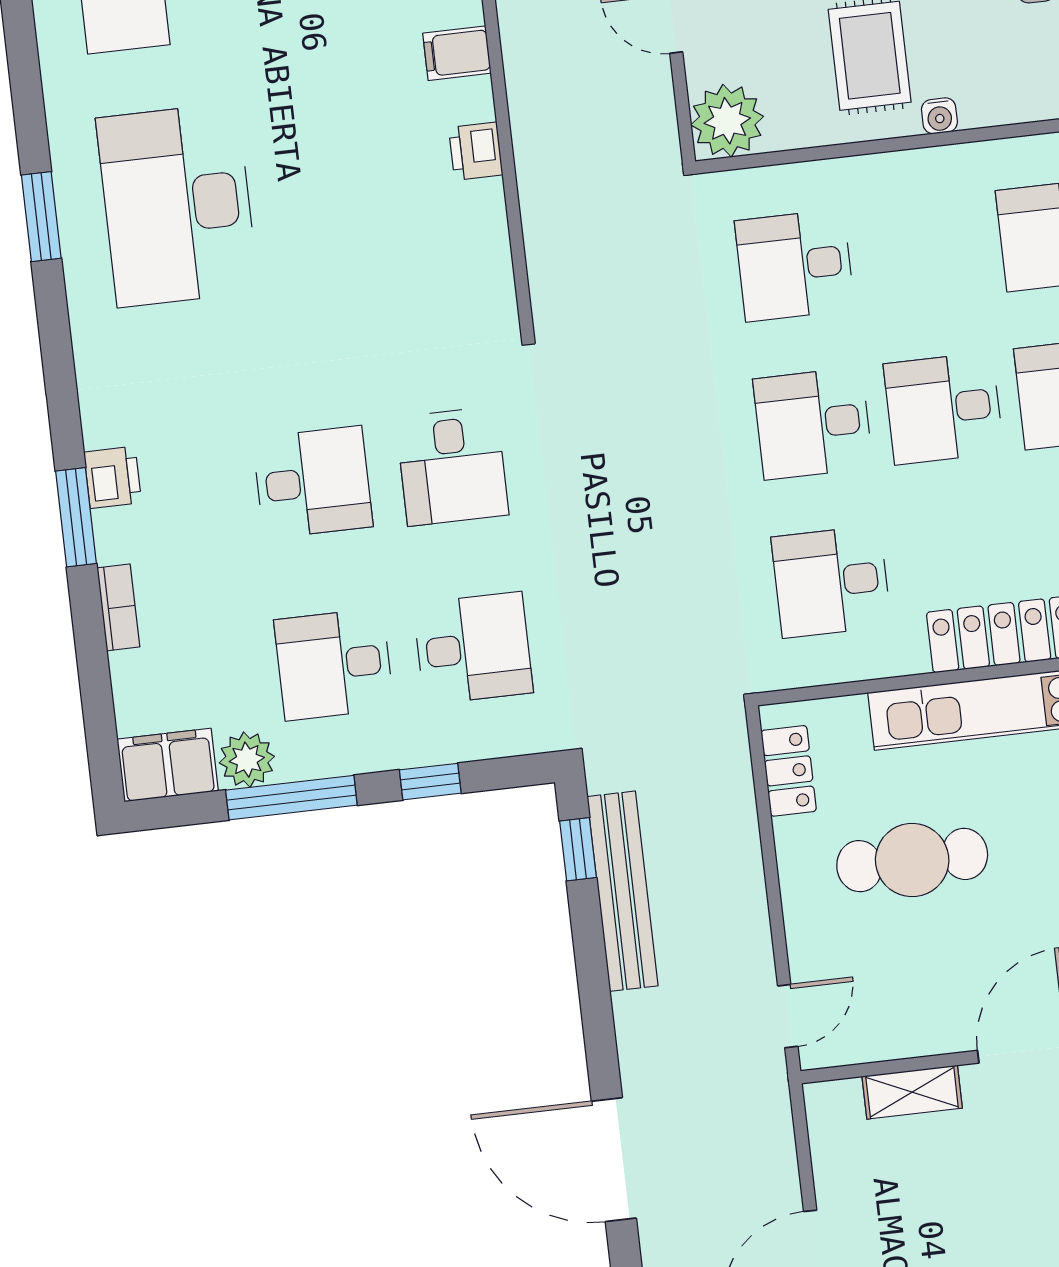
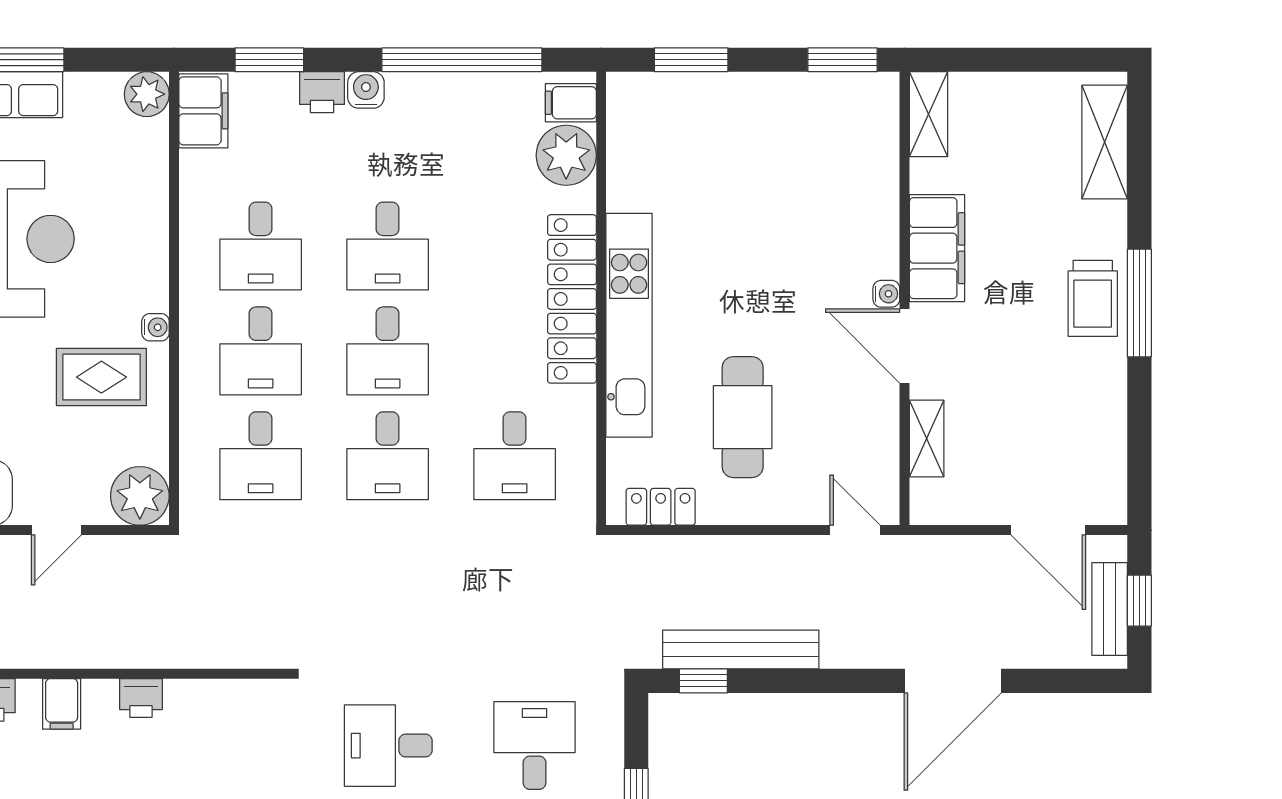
desk: (925, 250) -> (261, 351), added
desk: (452, 466) -> (388, 746), turned 180

